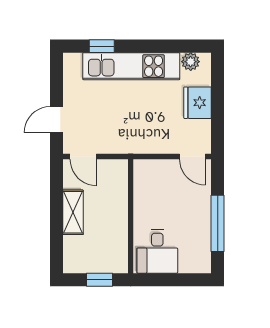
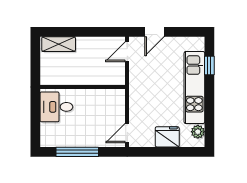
door: (56, 120) -> (155, 32), swing flipped
shelving: (73, 212) -> (59, 44), moved
window: (100, 280) -> (35, 64), removed

